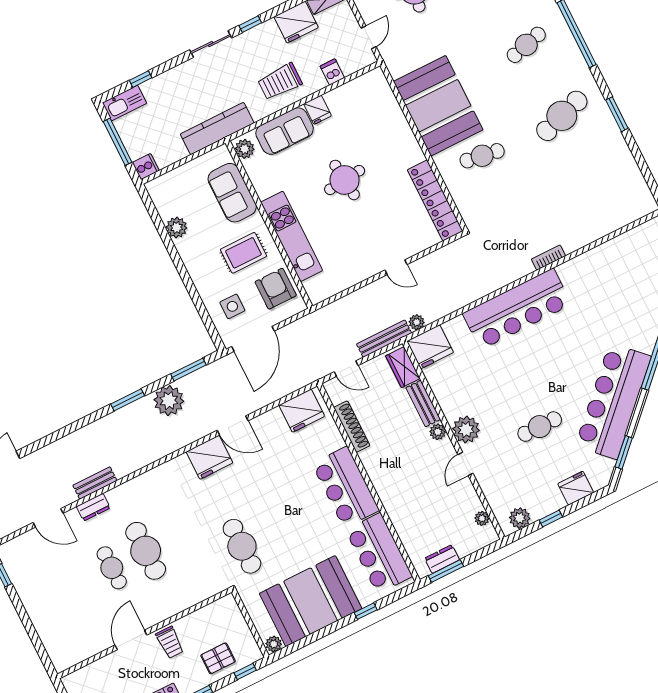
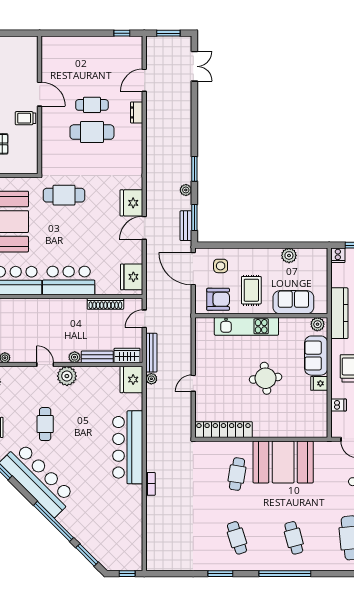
cafe table: (562, 116) -> (237, 538), width x0.73, depth x0.74
plant: (169, 401) -> (186, 190), width x0.53, depth x0.53
bench: (95, 483) -> (186, 226), moved

